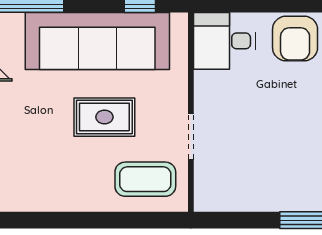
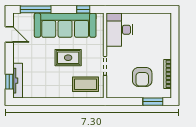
armchair: (295, 39) -> (142, 77), moved
desk: (224, 41) -> (119, 30), width x1.37

